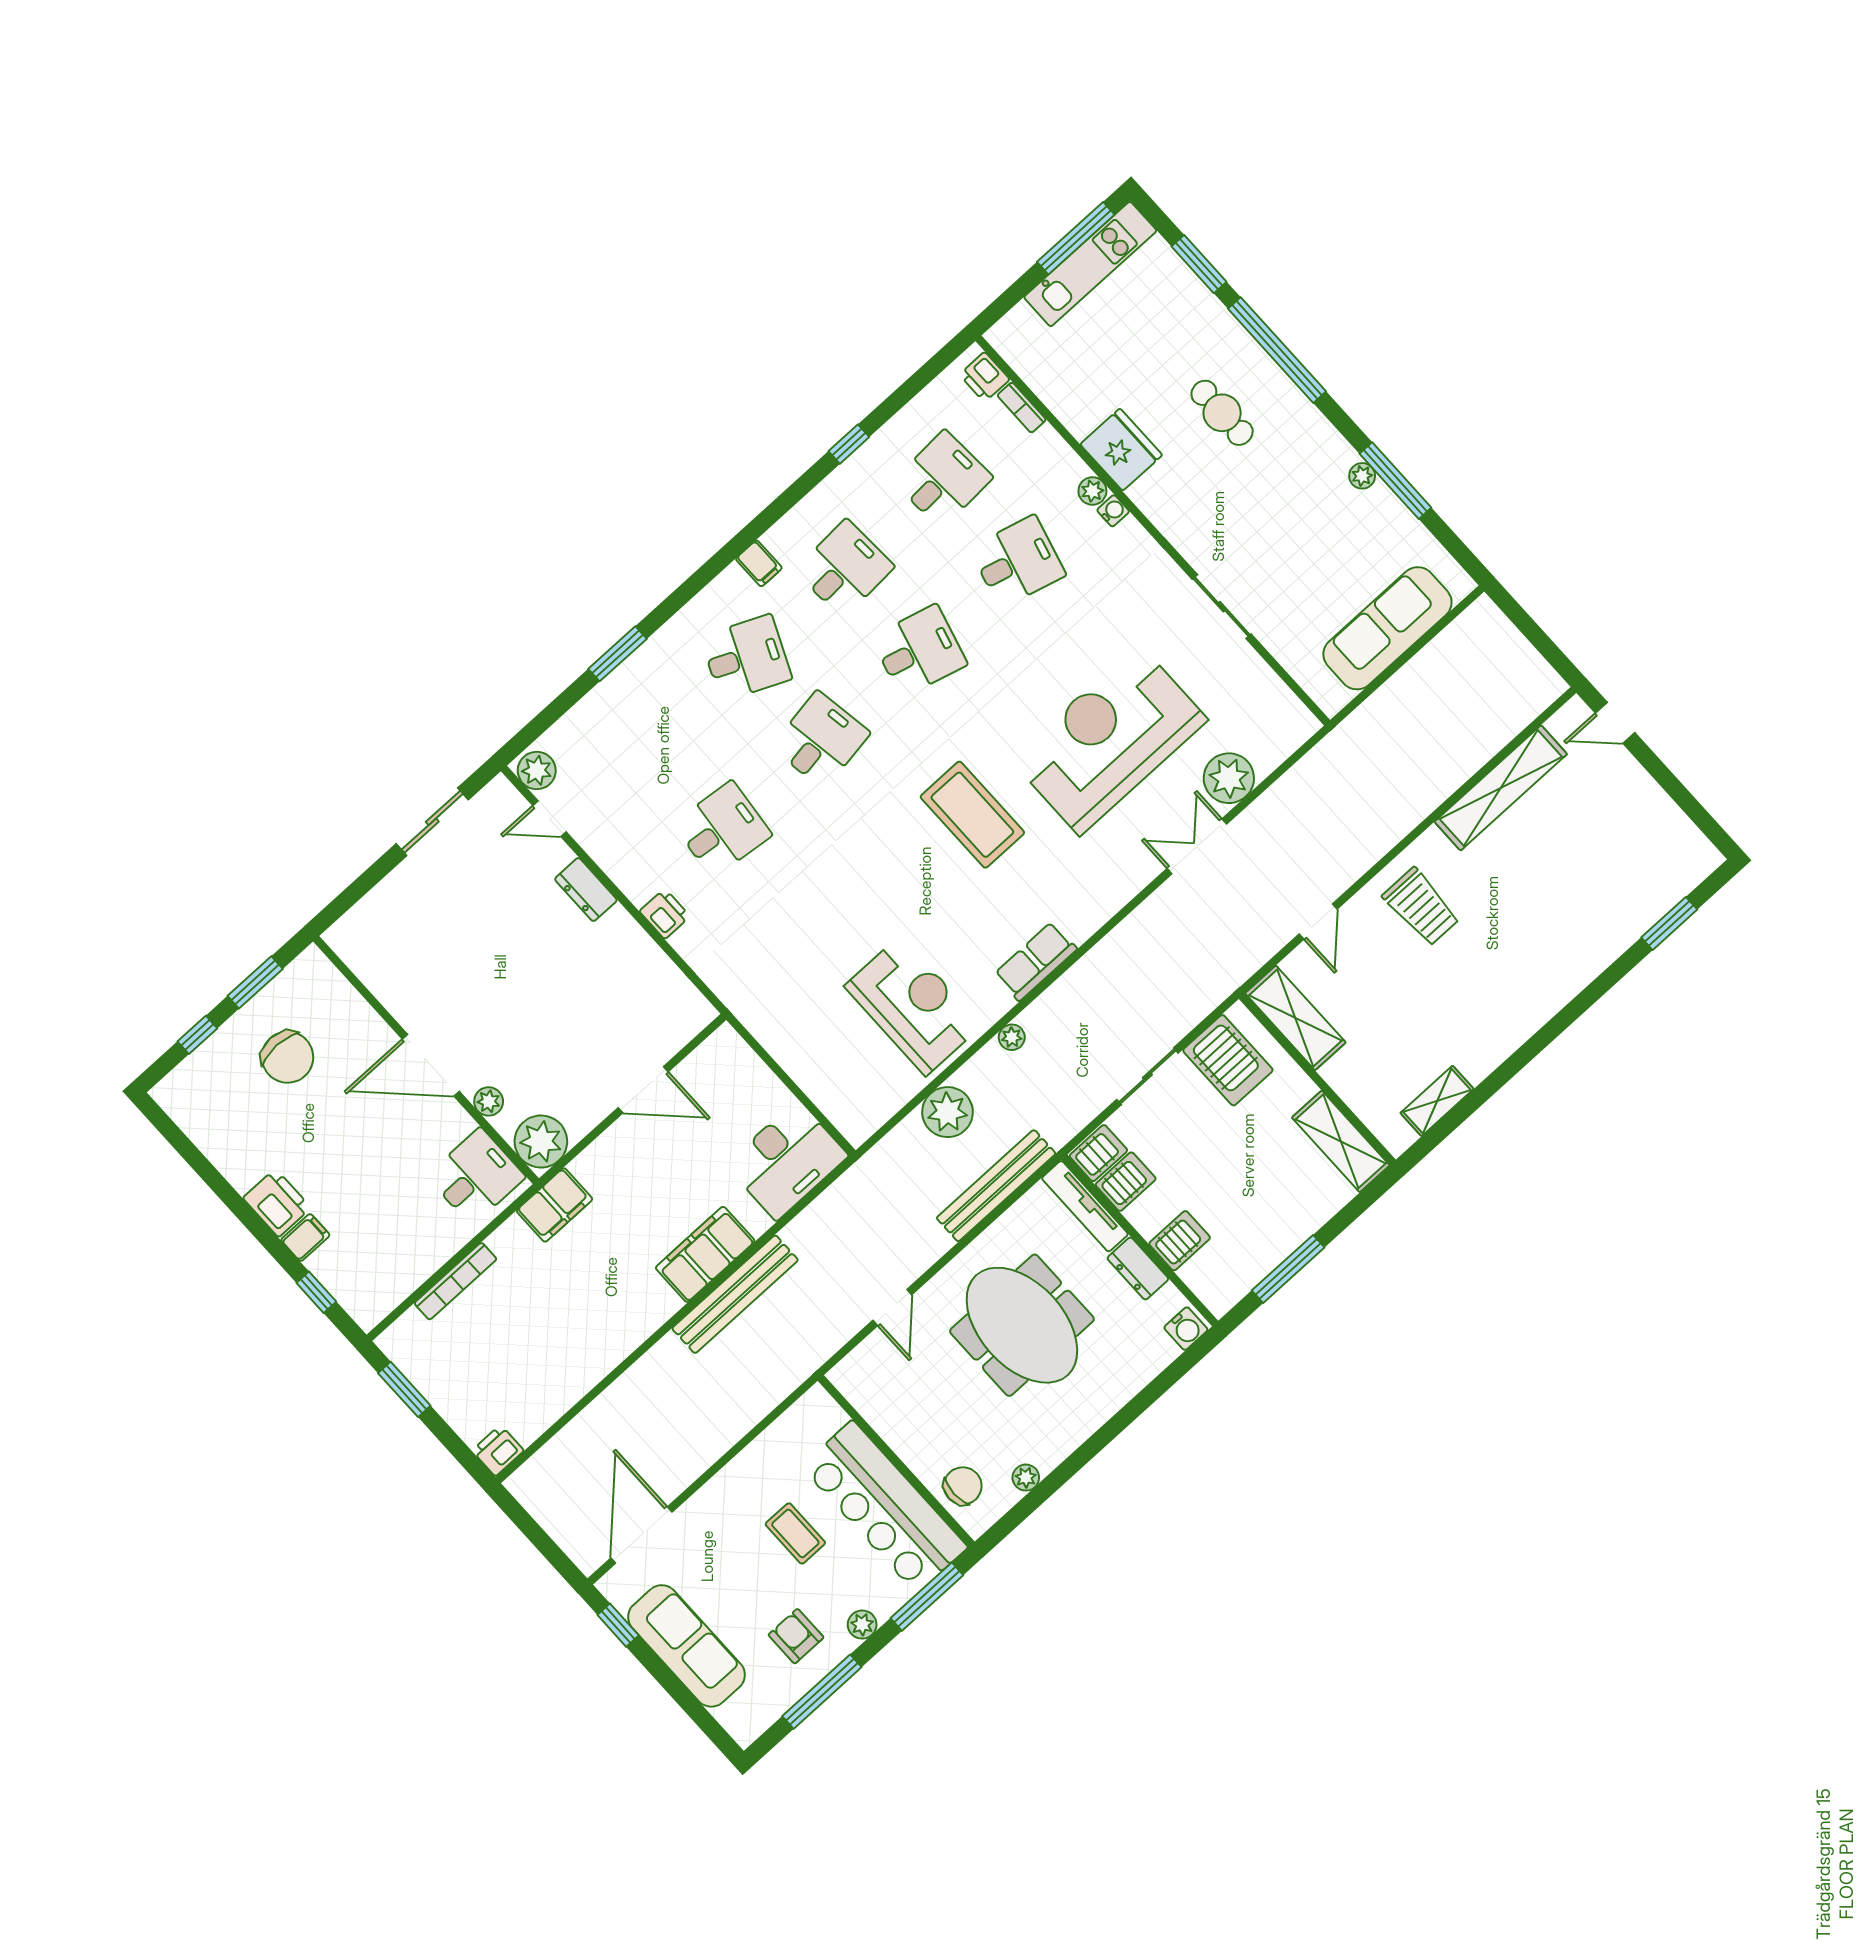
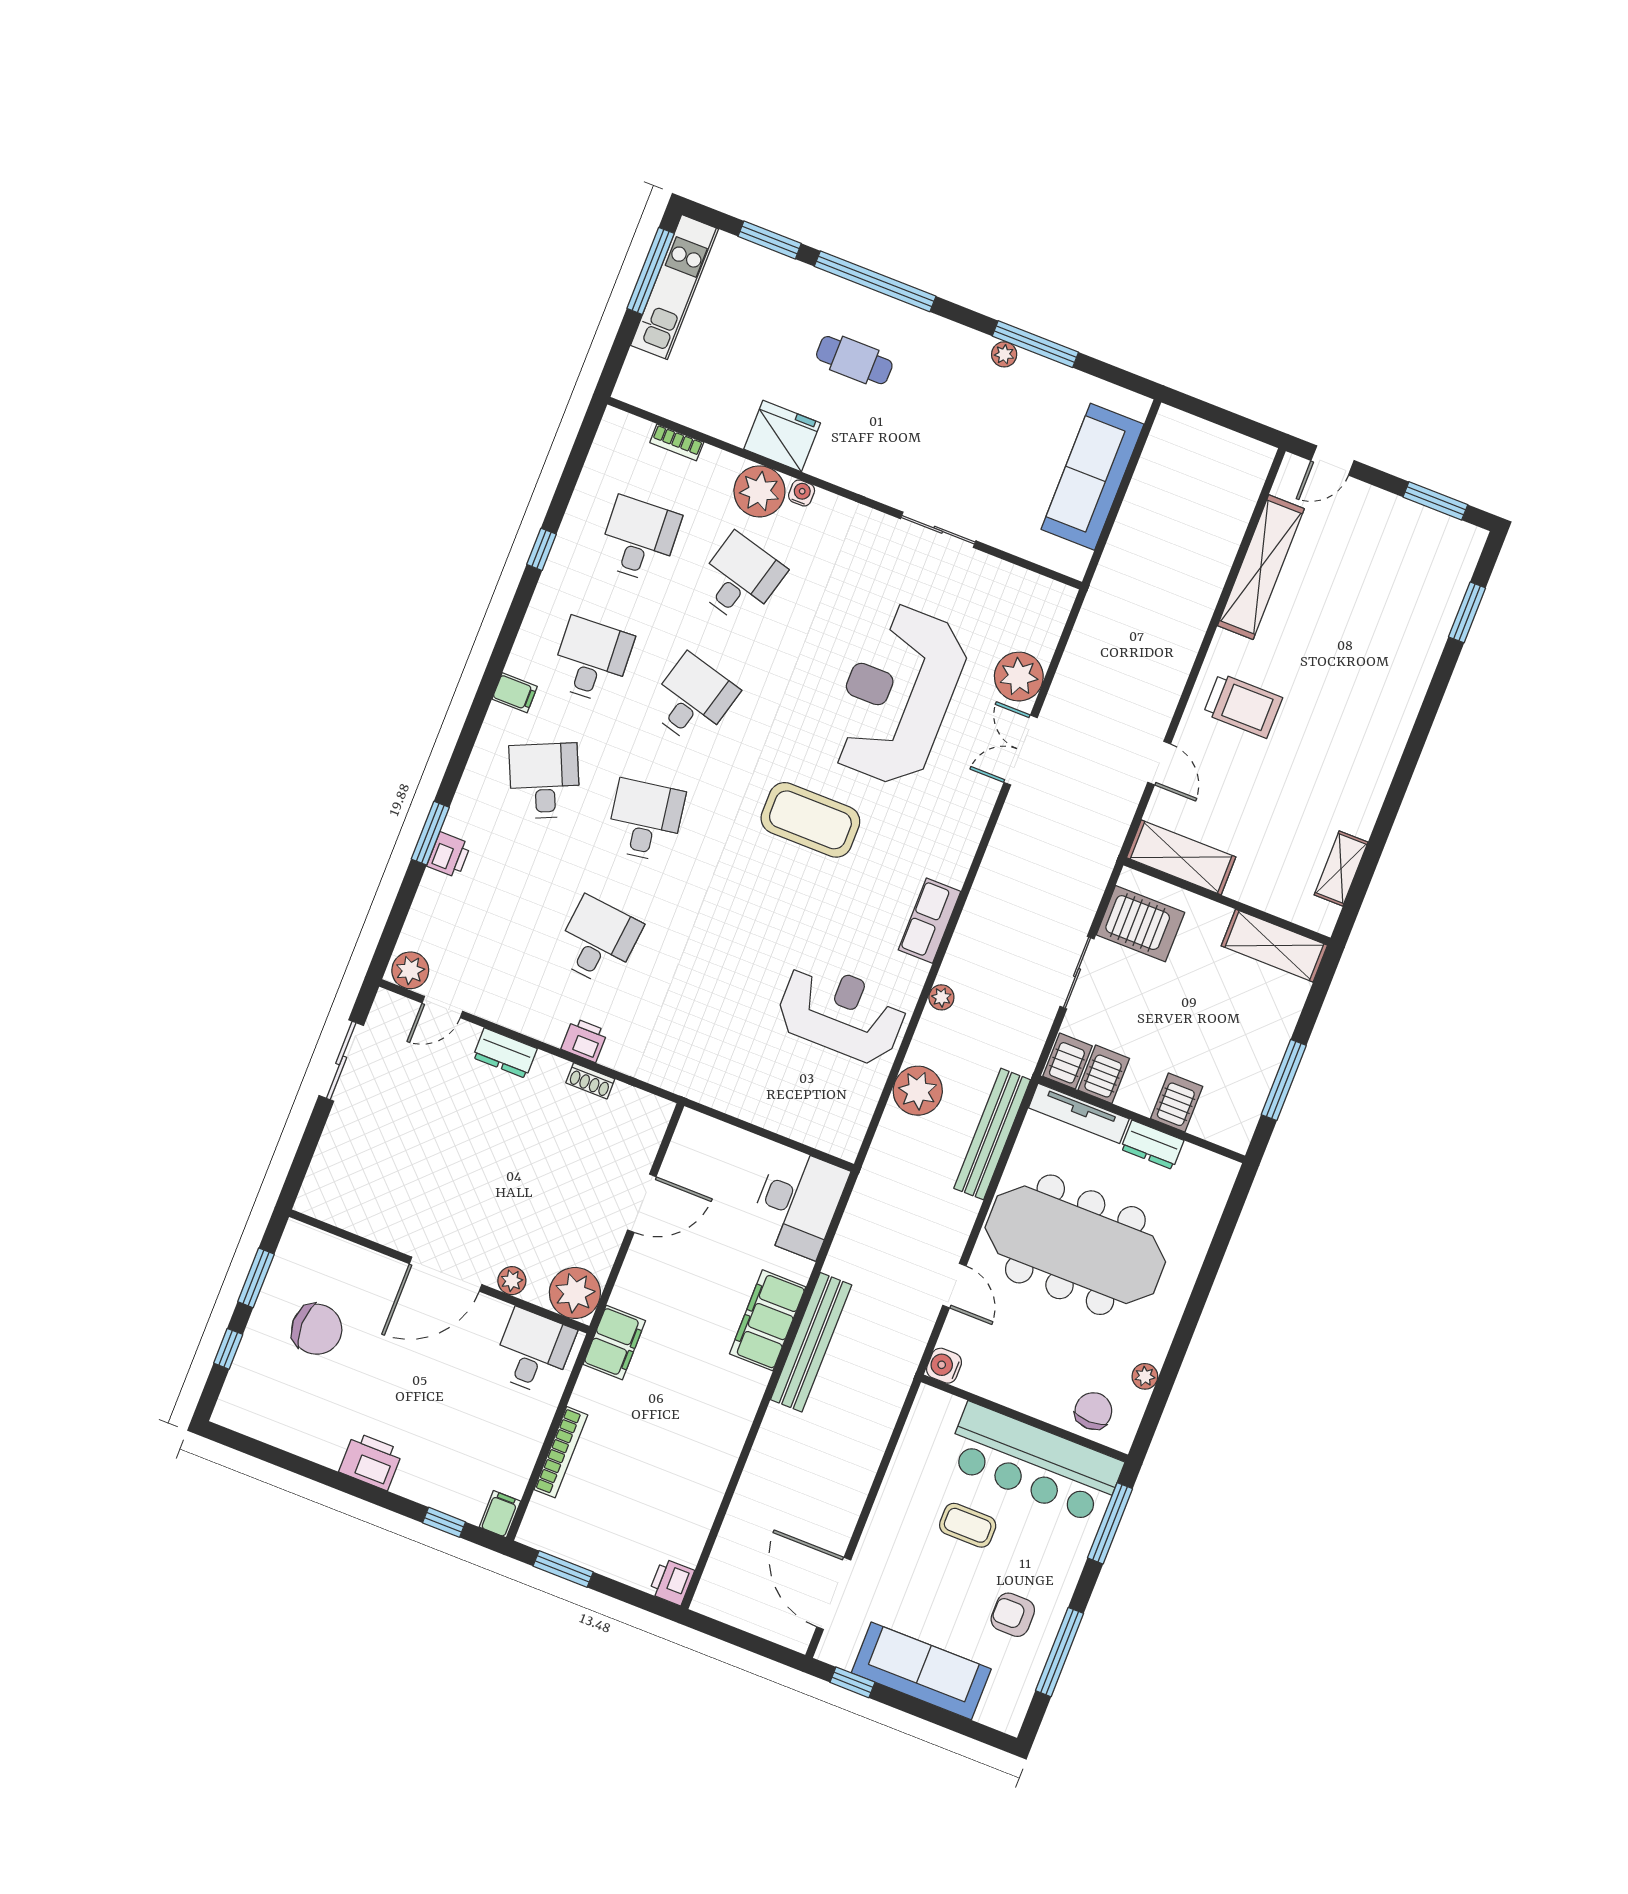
printer: (985, 377) -> (449, 855), moved, turned -90
plant: (1092, 491) -> (759, 491), width x1.88, depth x1.88
desk: (746, 658) -> (544, 781), turned -48
window: (1691, 807) -> (1435, 501), added
shoe rack: (652, 954) -> (590, 1081), added
filing cabinet: (305, 1238) -> (500, 1514), moved
meeting table: (1022, 1325) -> (1075, 1245), width x1.36
water cooler: (1186, 1329) -> (944, 1366), moved, turned 180
plant: (862, 1625) -> (1066, 1576), removed

